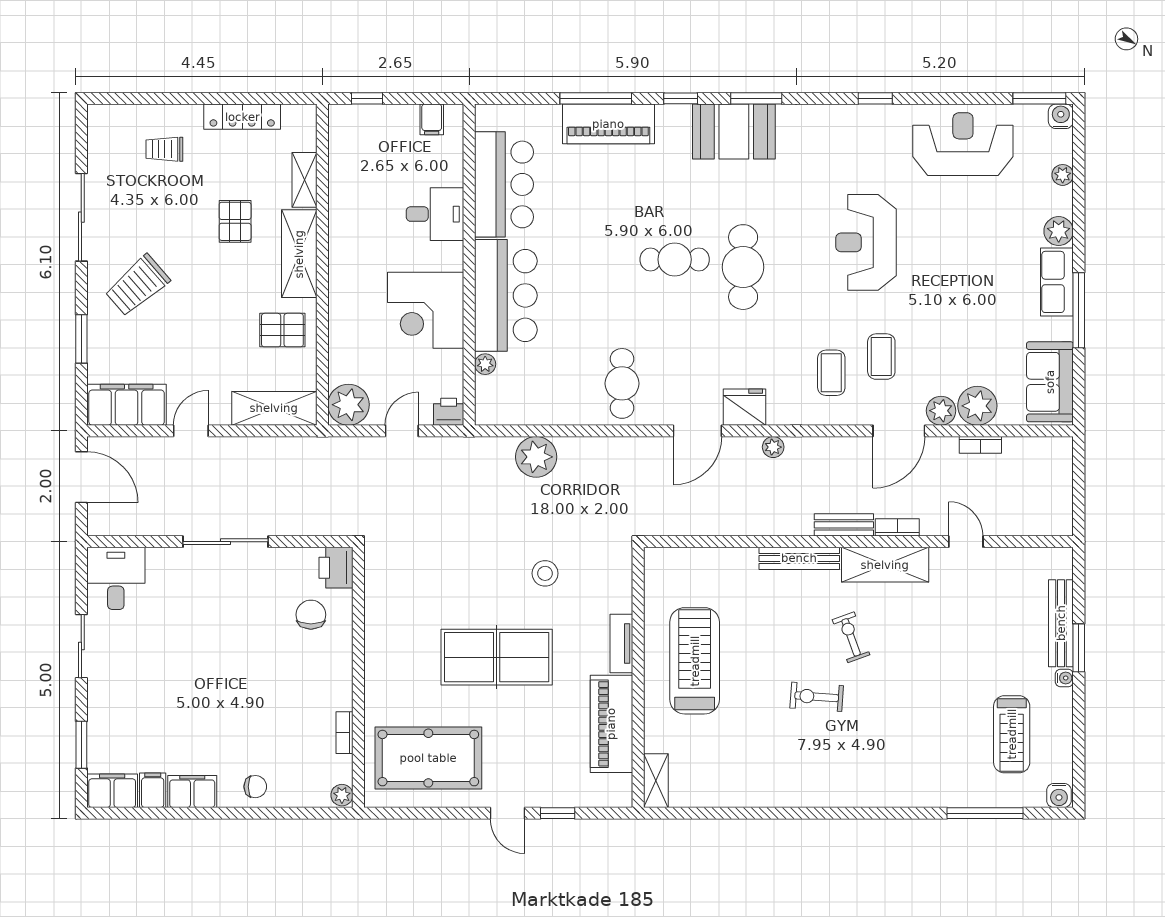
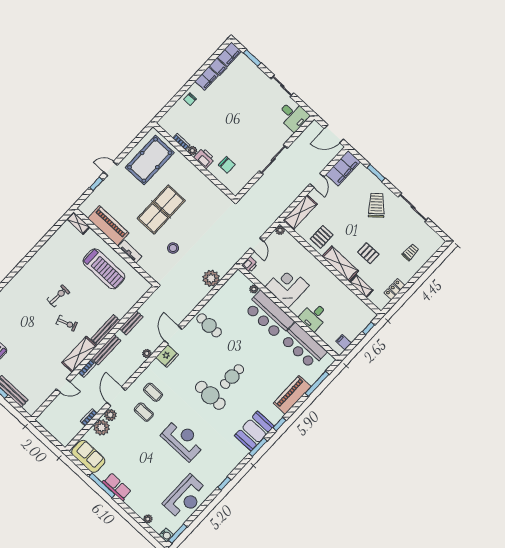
window: (596, 98) -> (317, 384), moved
locker: (242, 117) -> (395, 289), width x0.66
plant: (1059, 231) -> (132, 502), removed
plant: (349, 405) -> (280, 230), width x0.53, depth x0.53
bench: (745, 525) -> (131, 323), added
bench: (844, 525) -> (106, 350), width x1.36
printer: (336, 568) -> (204, 158), moved
plant: (342, 795) -> (192, 151), moved

